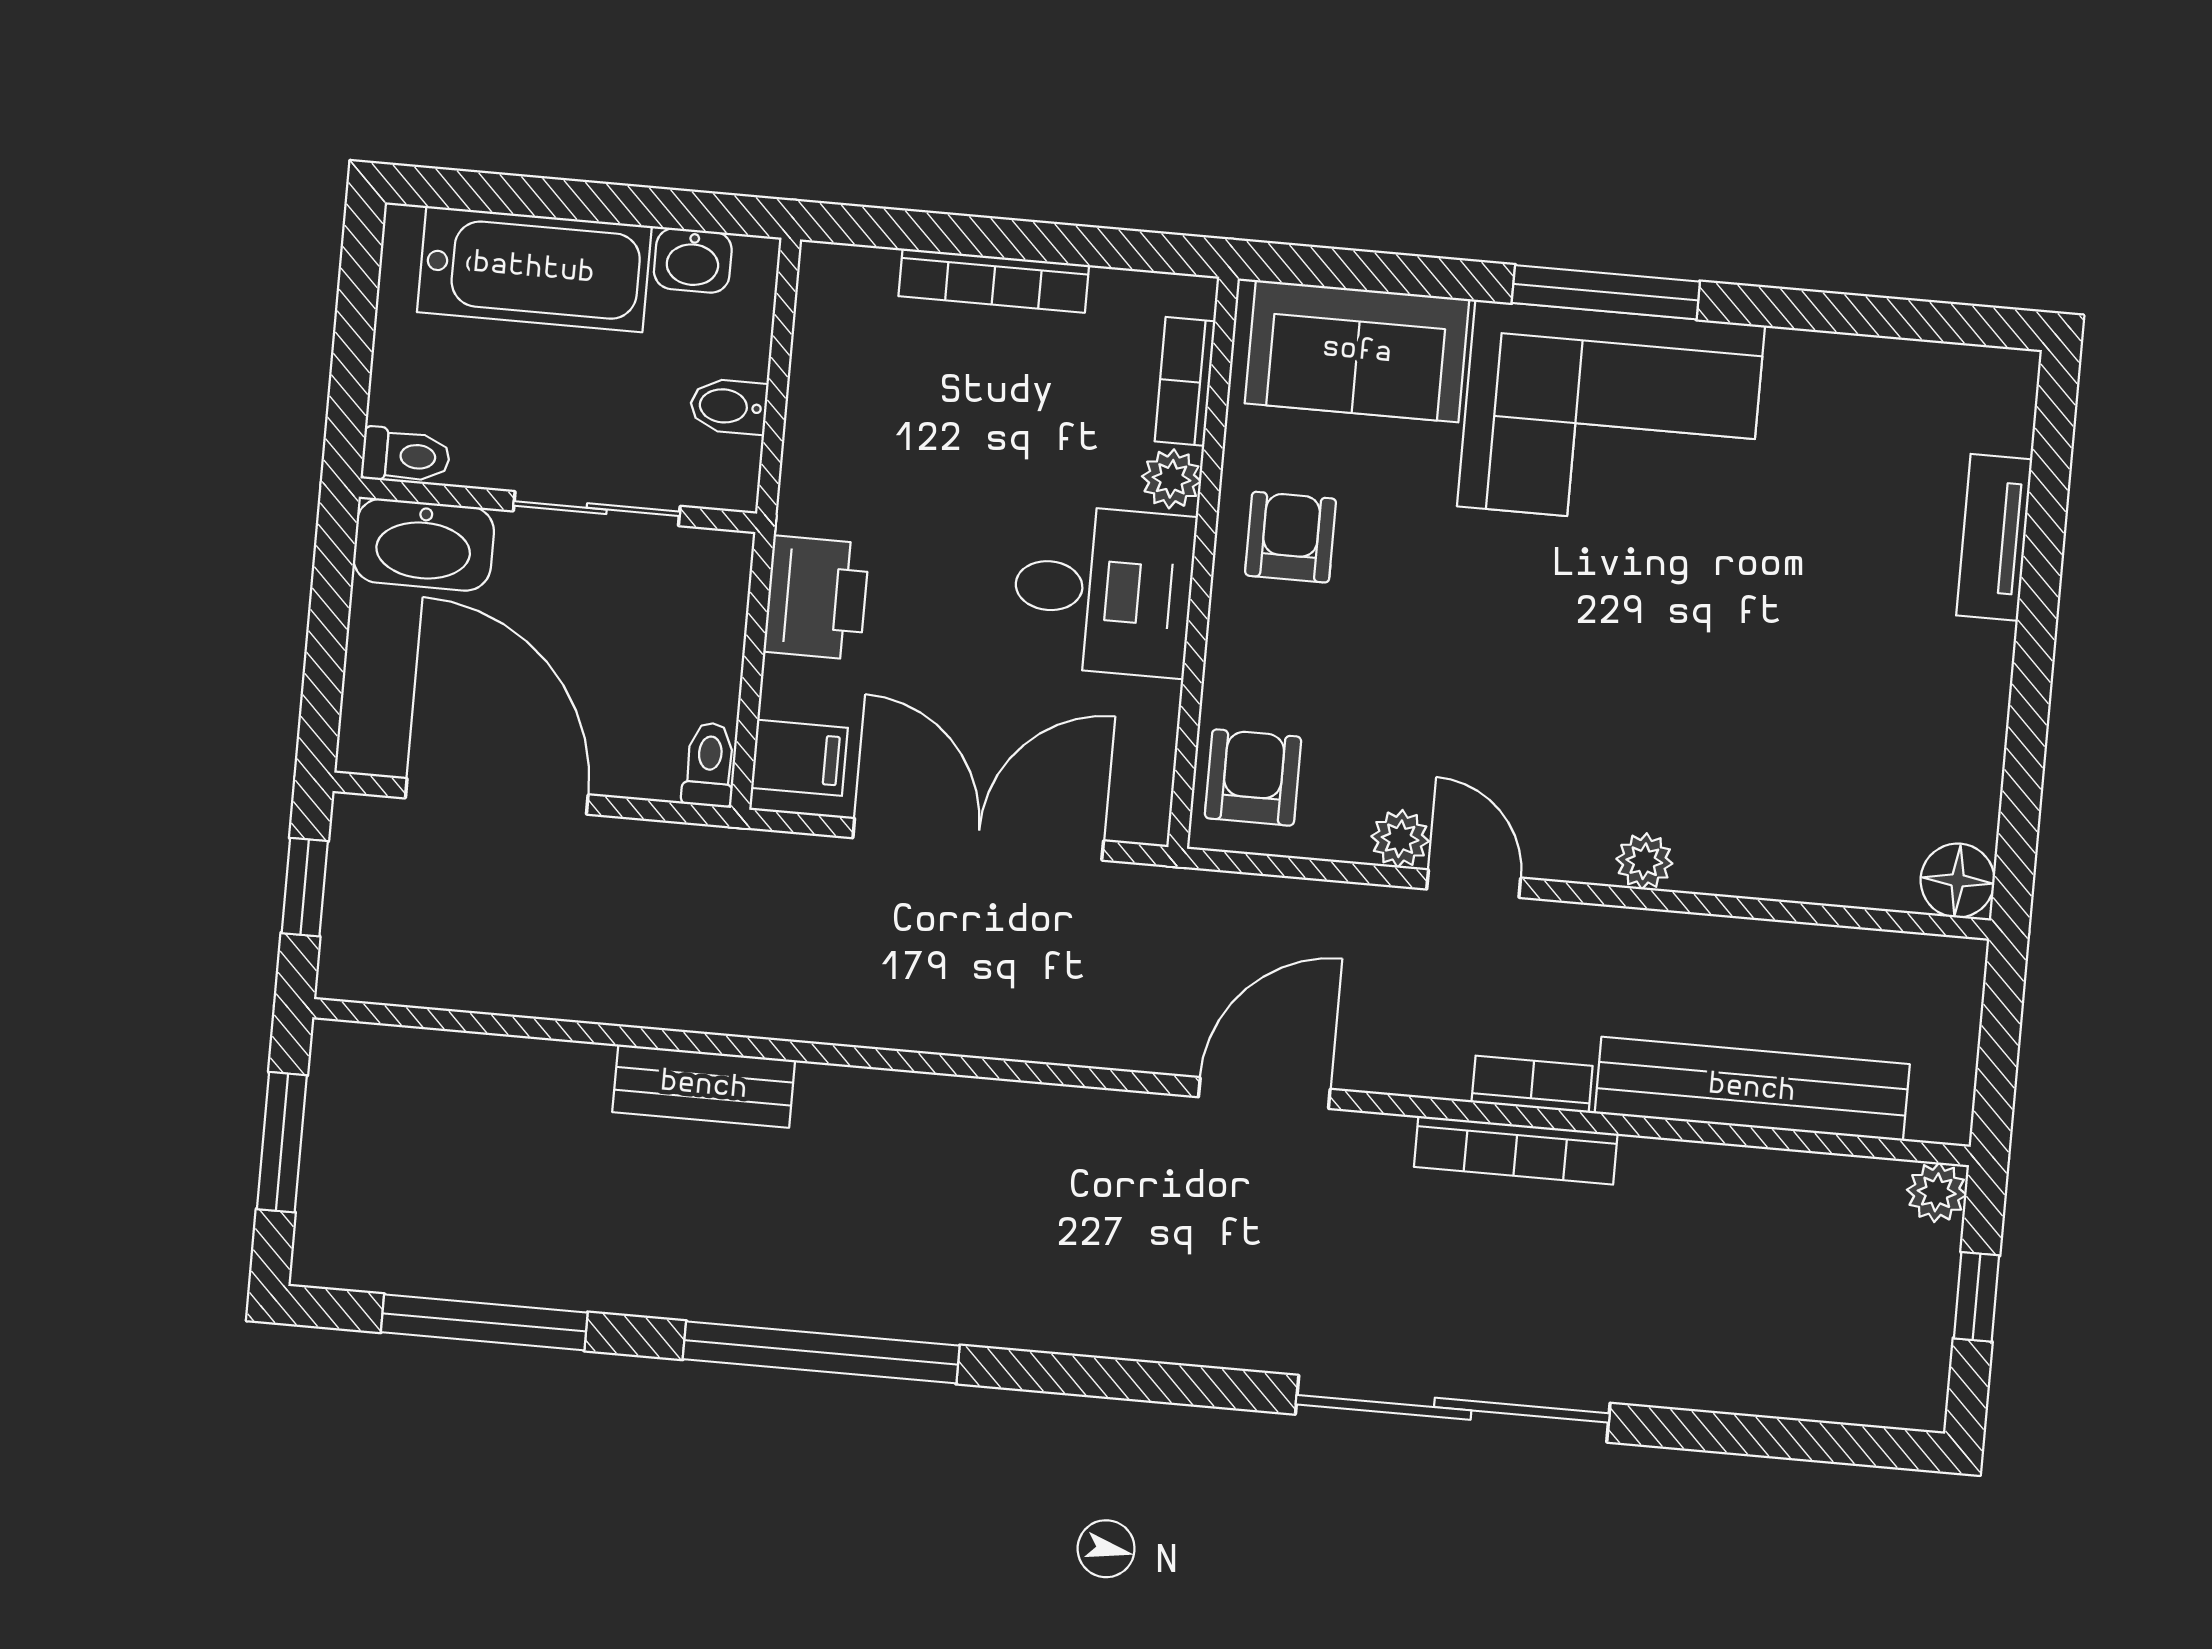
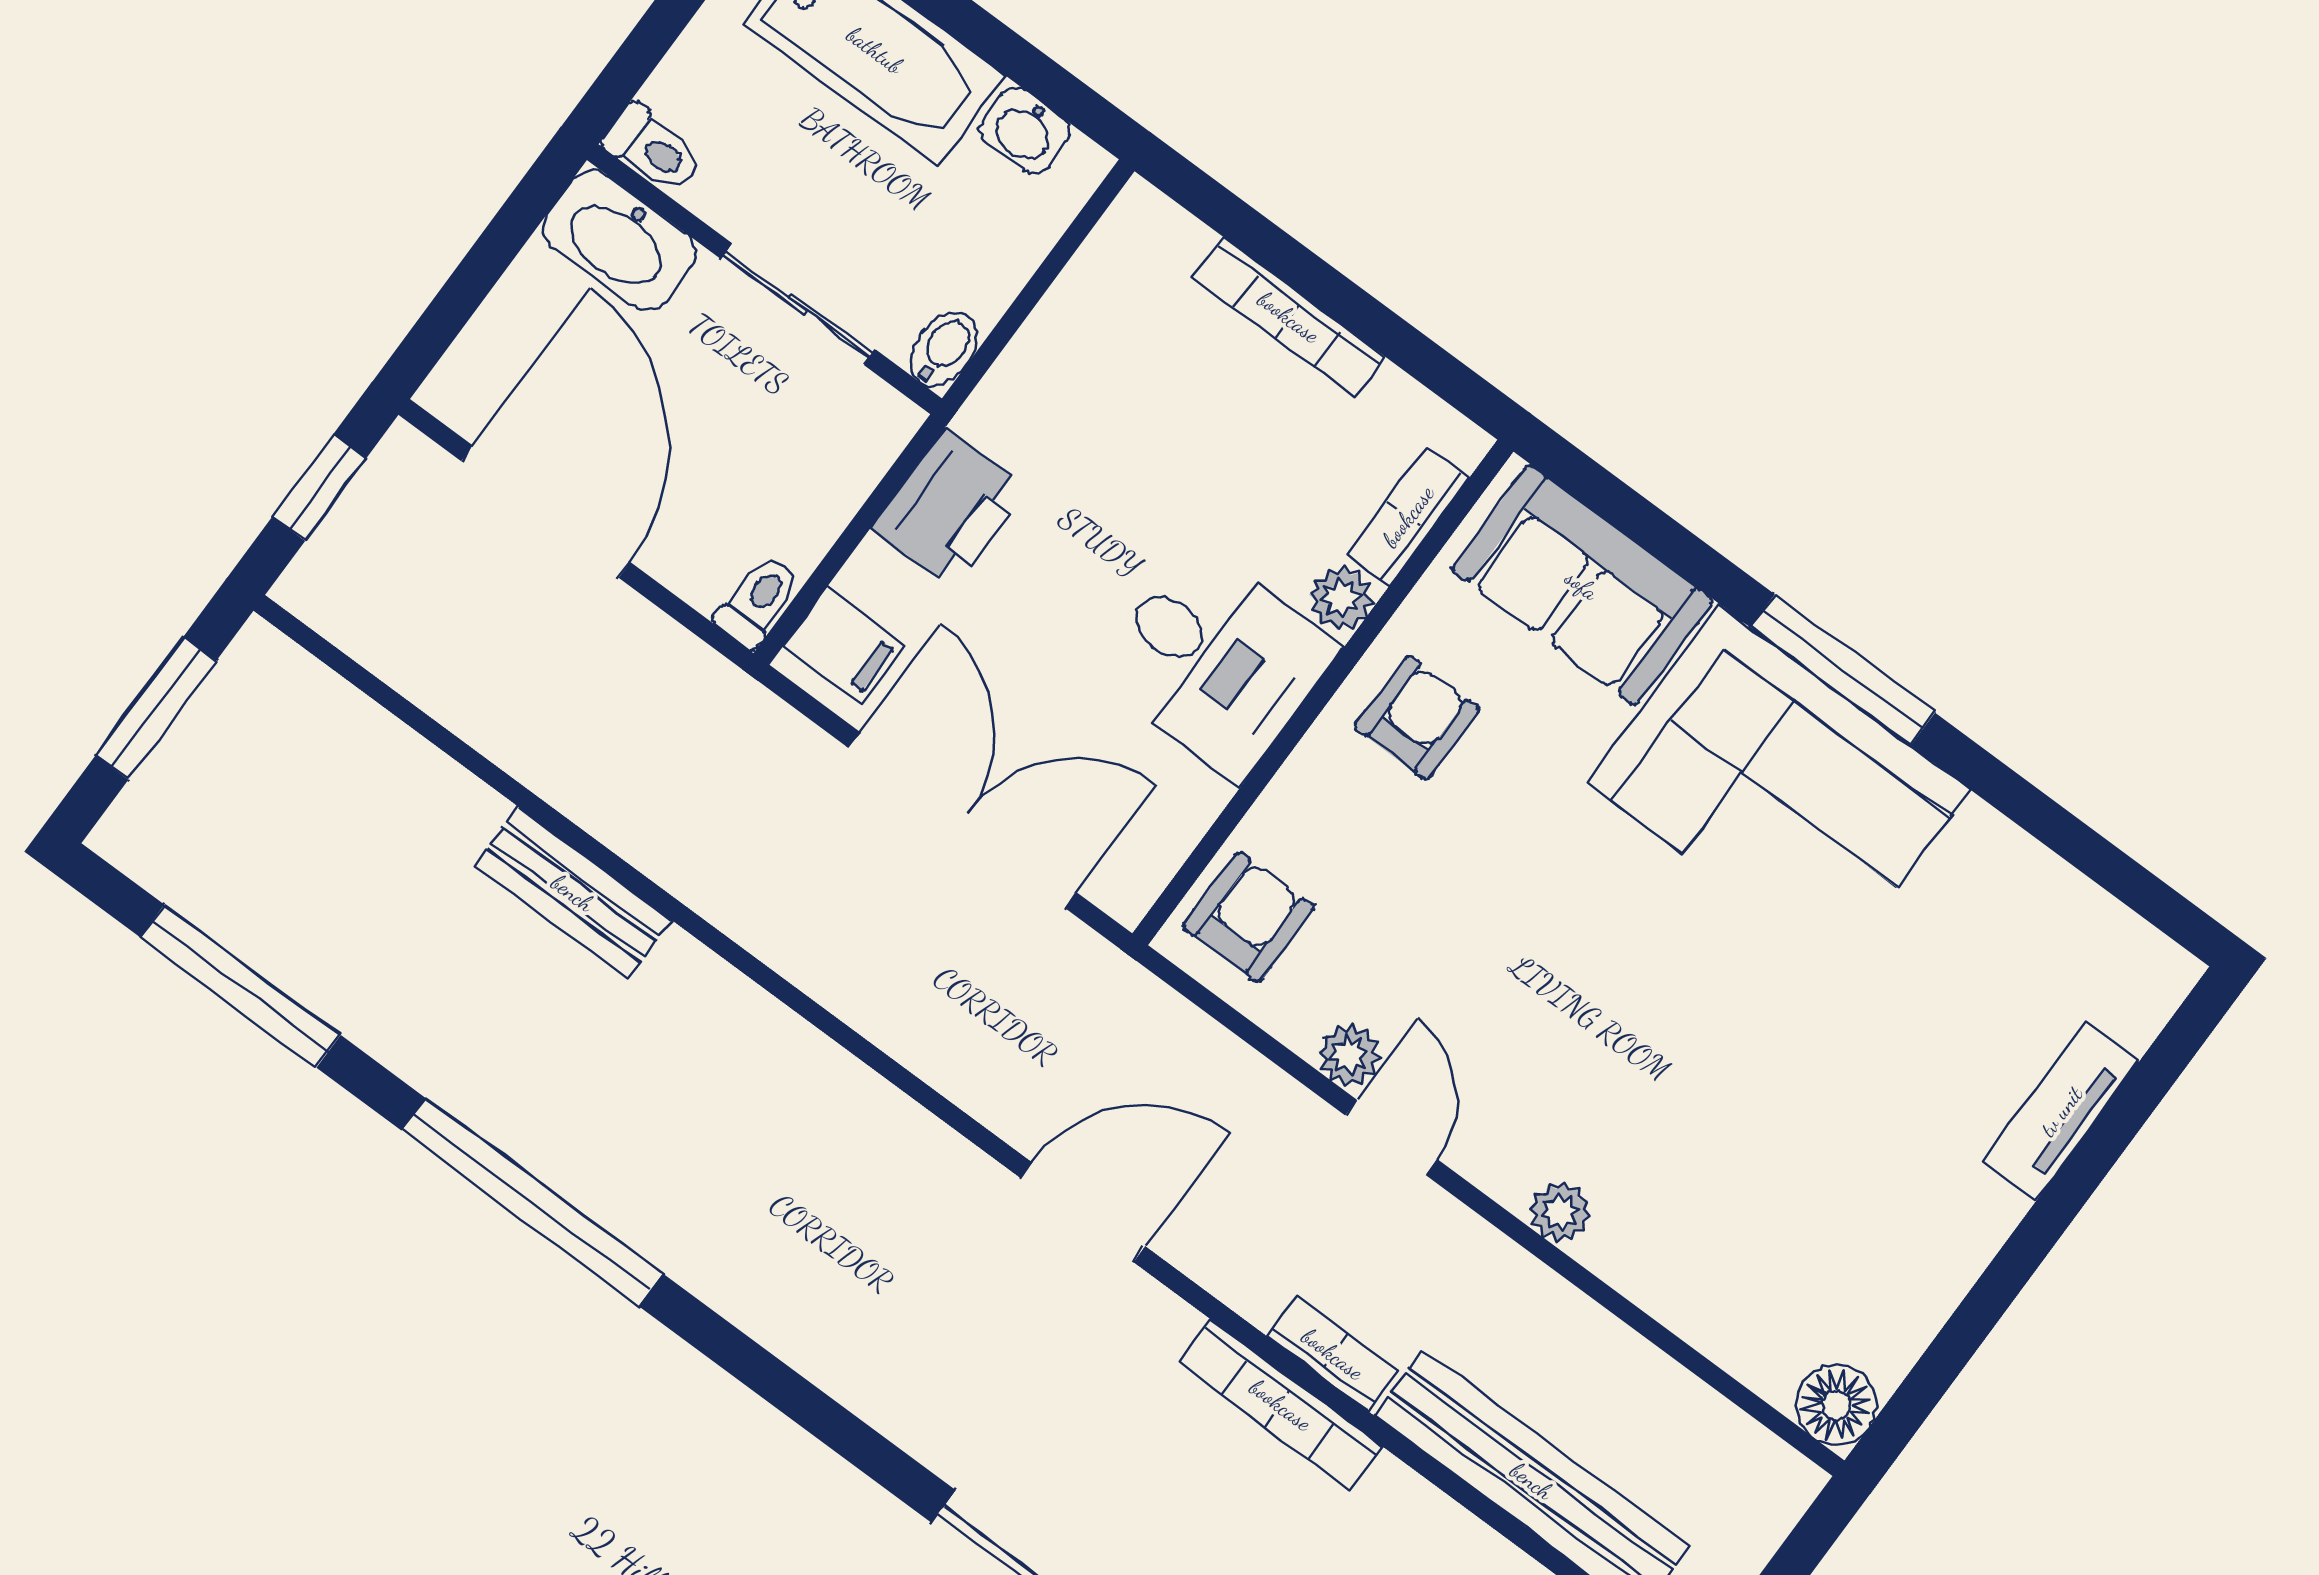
bidet: (729, 406) -> (944, 349), moved, turned 90

